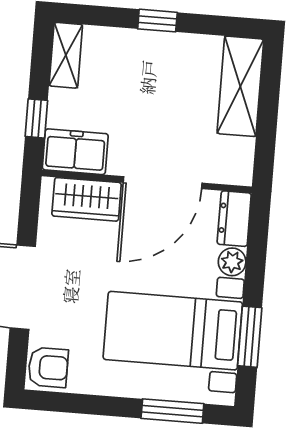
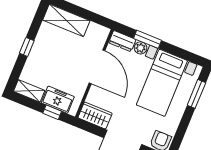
freezer: (75, 152) -> (58, 100), moved, turned 90
wardrobe: (87, 199) -> (95, 116), moved, turned -90
window: (250, 337) -> (147, 39), moved

